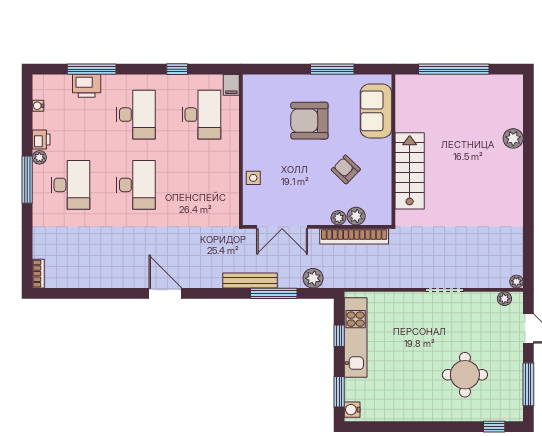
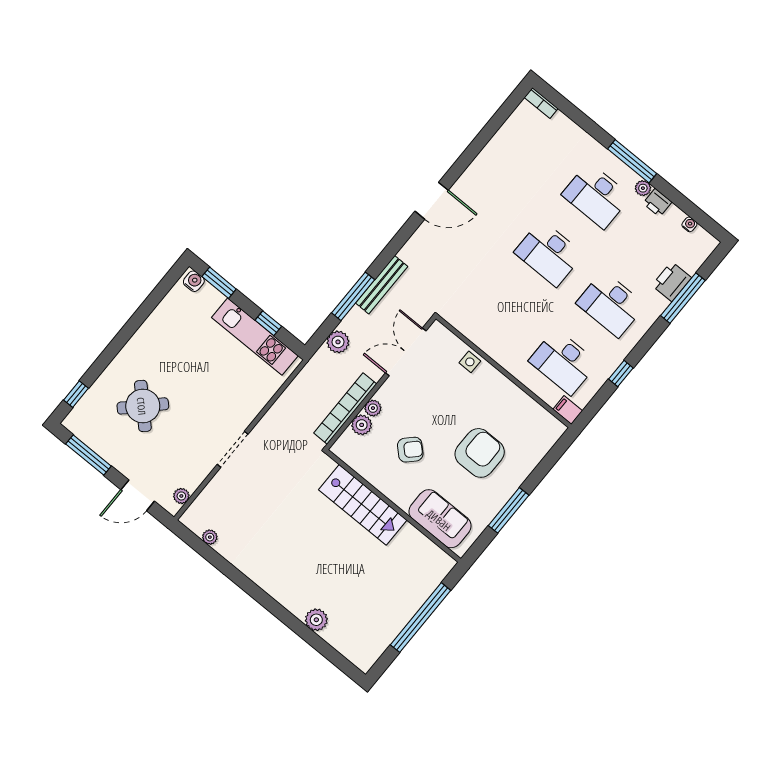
plant: (516, 282) -> (210, 537), moved
round table: (465, 375) -> (143, 406), turned 45

